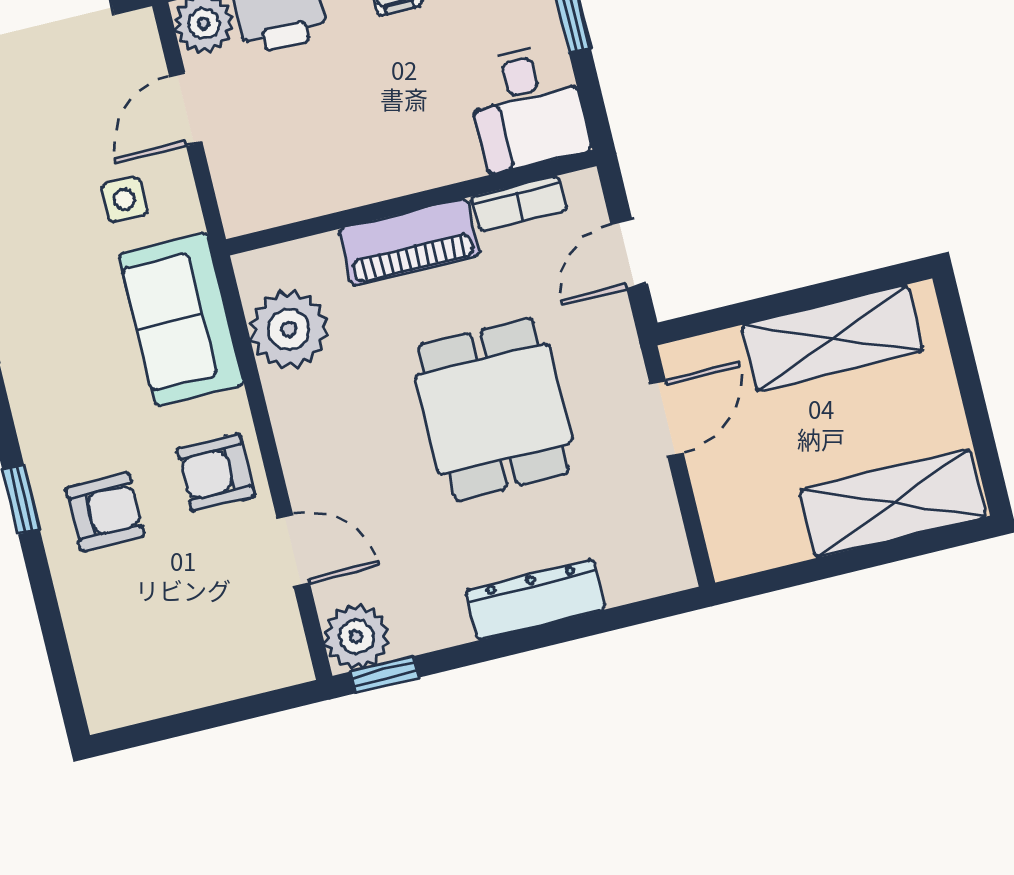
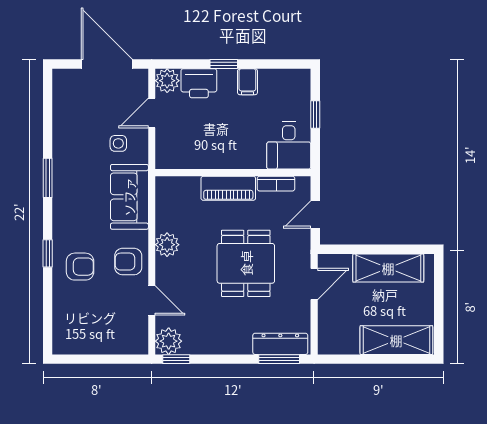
plant: (289, 329) -> (167, 245), moved, width x0.73, depth x0.73
dresser: (535, 600) -> (280, 344), moved
window: (627, 616) -> (279, 359), added

